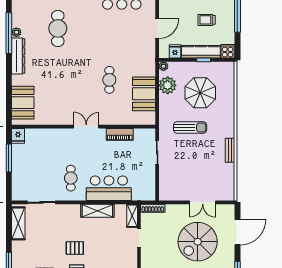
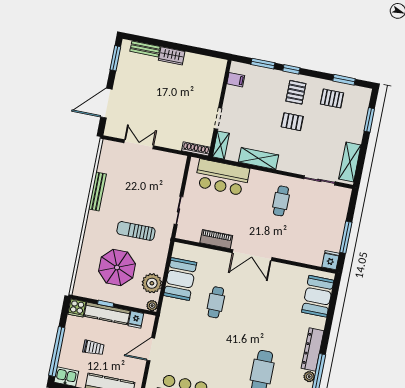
double door: (86, 127) -> (252, 255), width x1.37
bench: (230, 150) -> (97, 192), width x1.36
bar counter: (109, 188) -> (222, 177), moved
spiral stairs: (198, 242) -> (153, 101), removed

